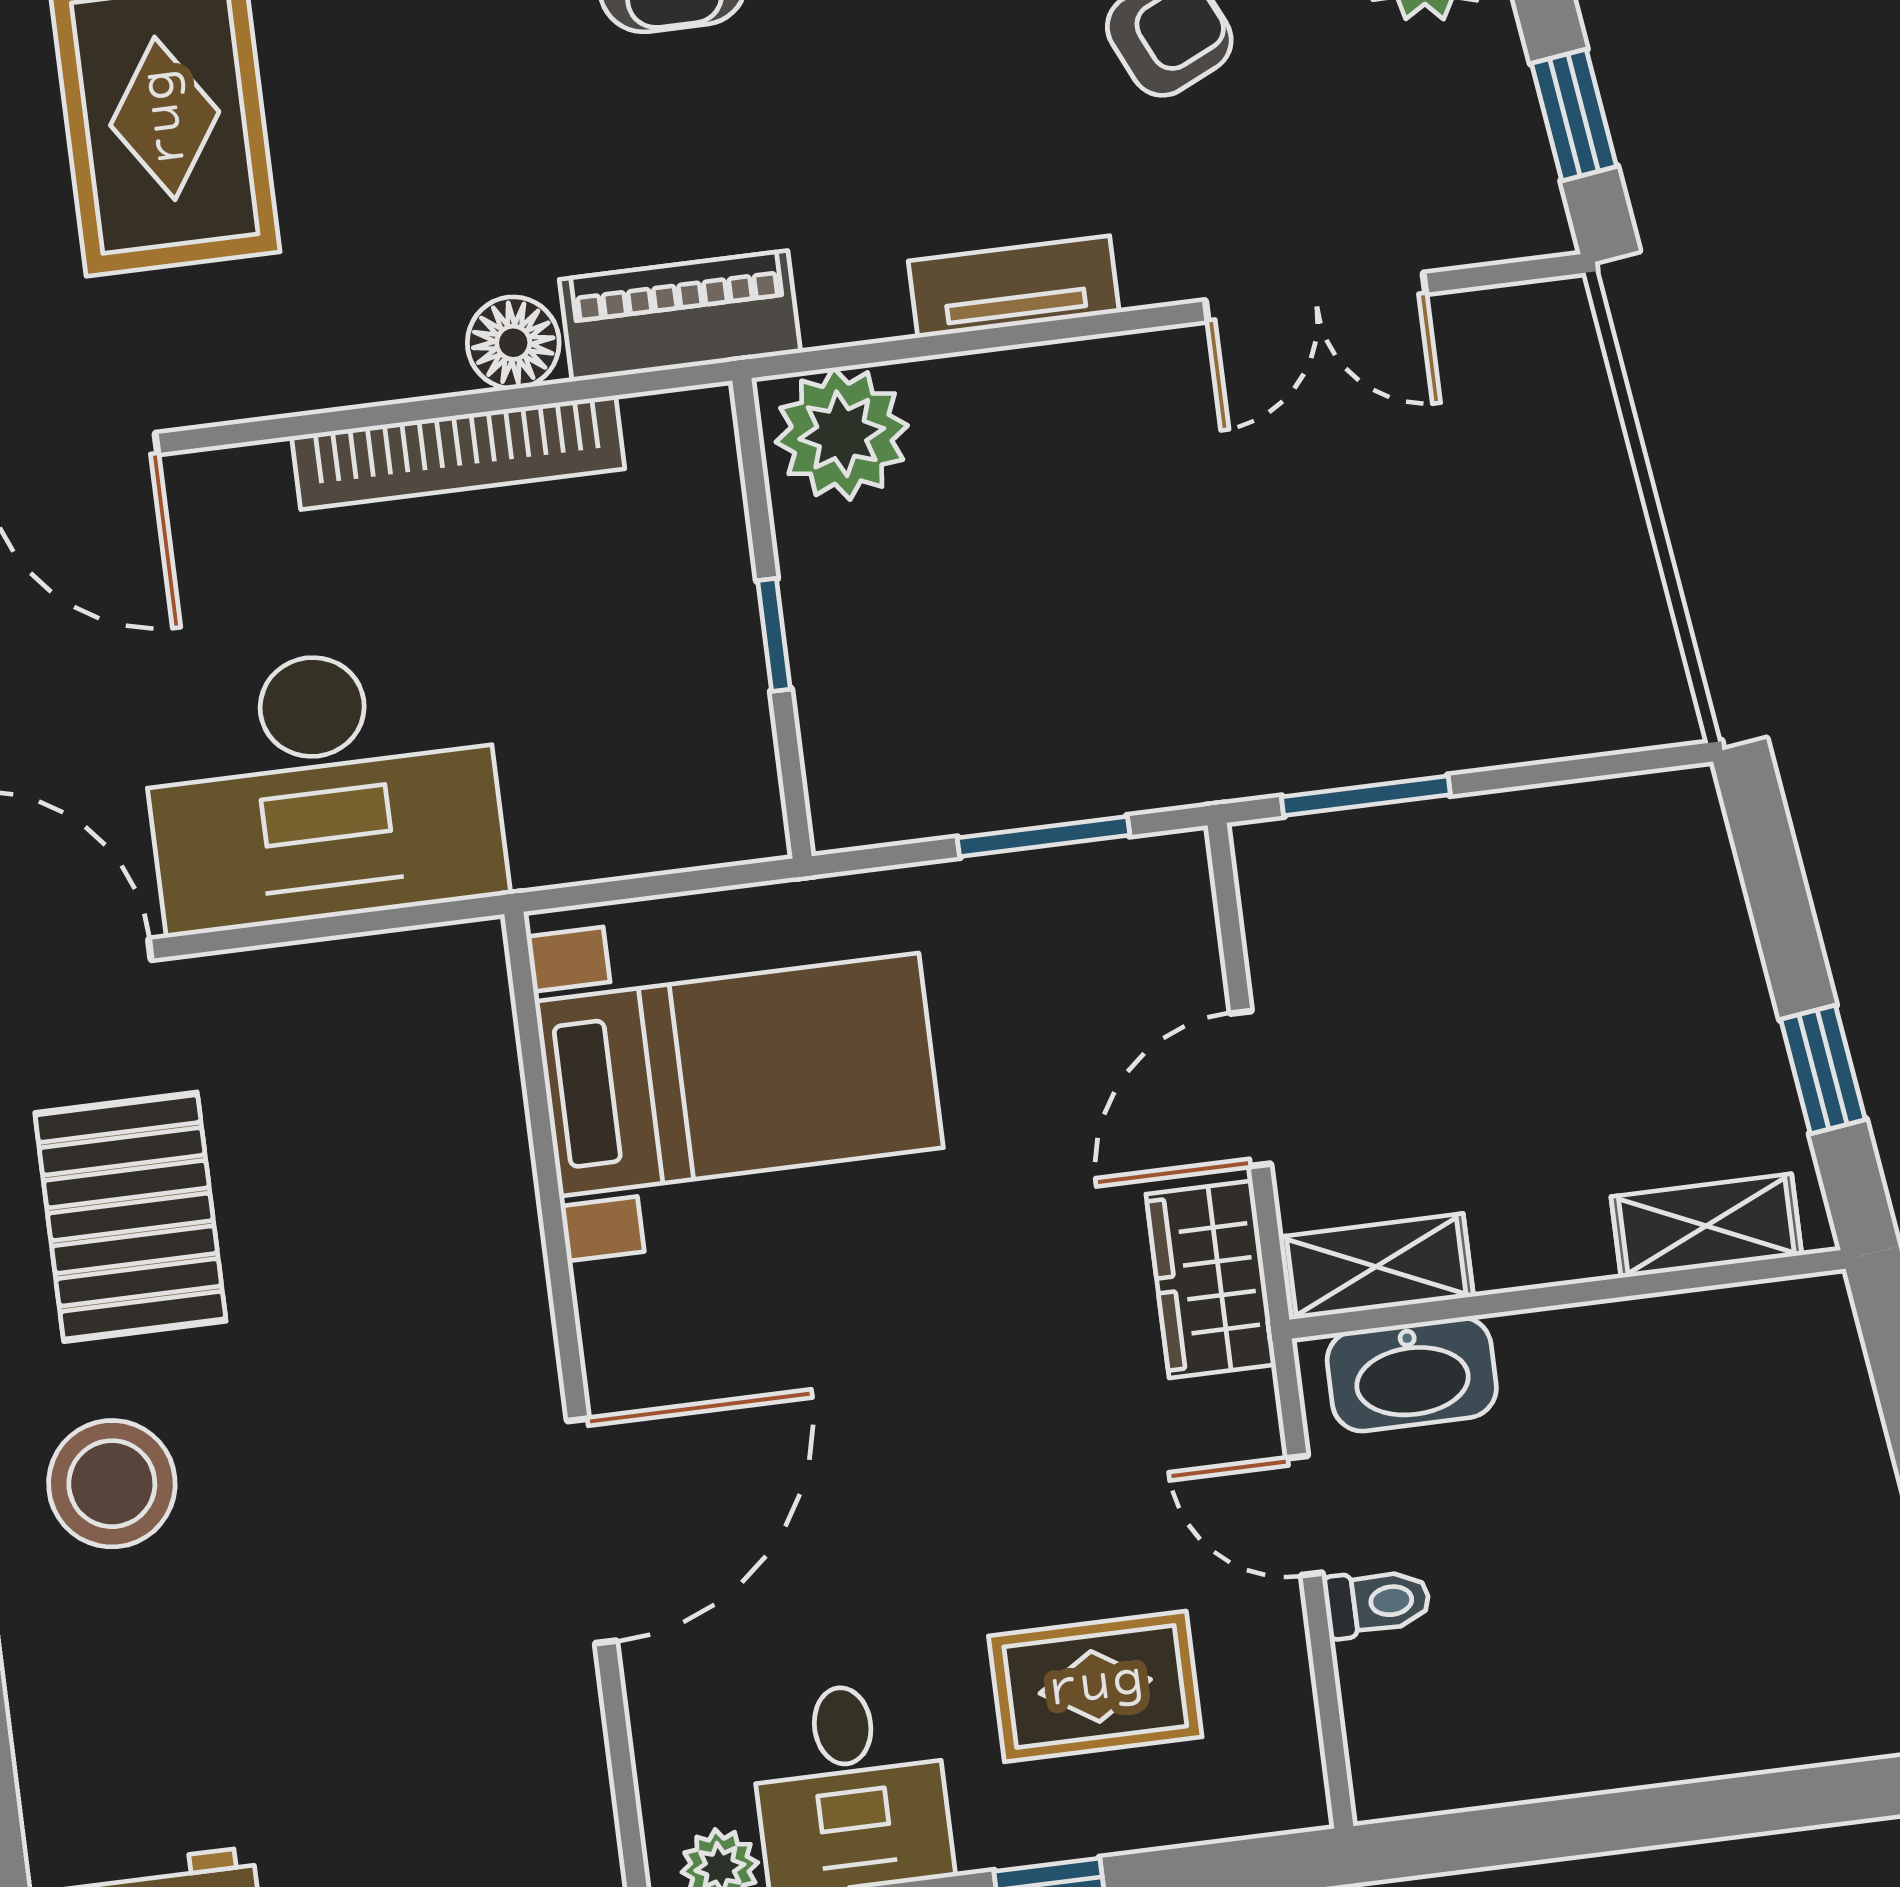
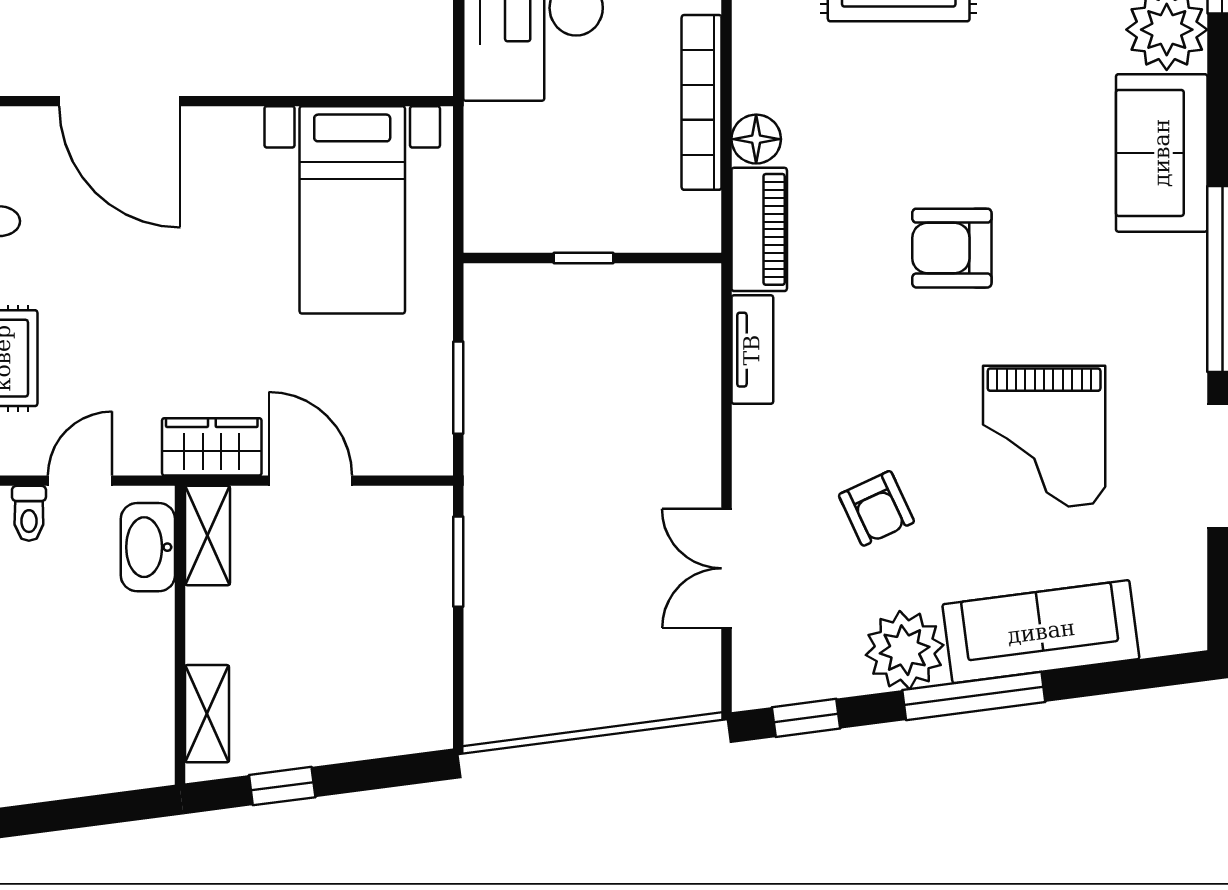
tv unit: (1014, 287) -> (752, 350), moved
plant: (842, 434) -> (686, 307), removed

